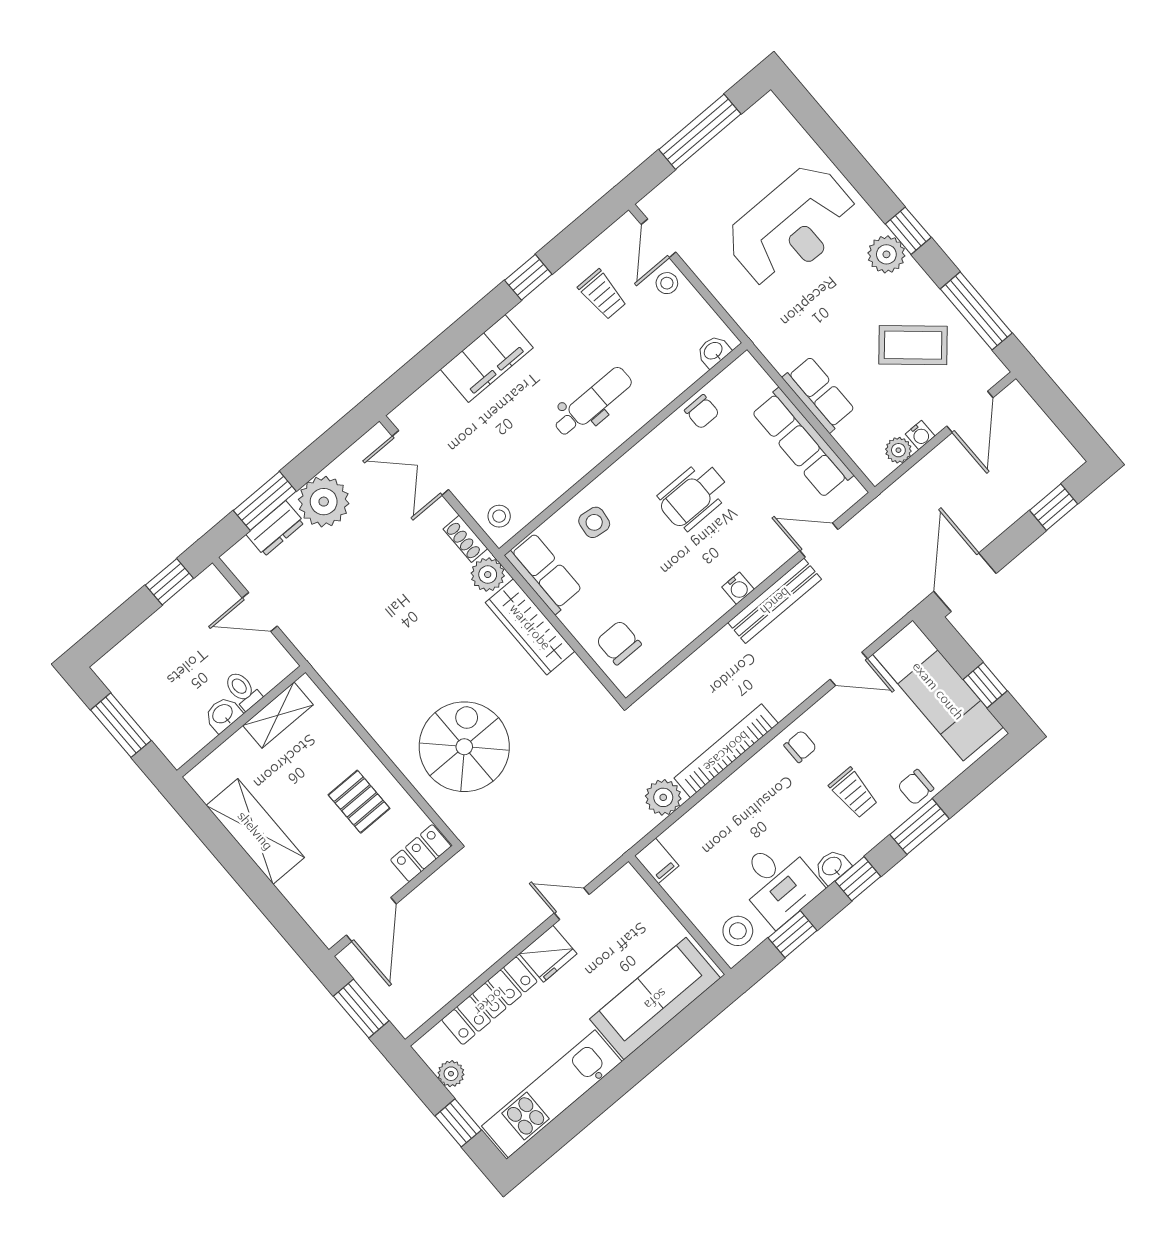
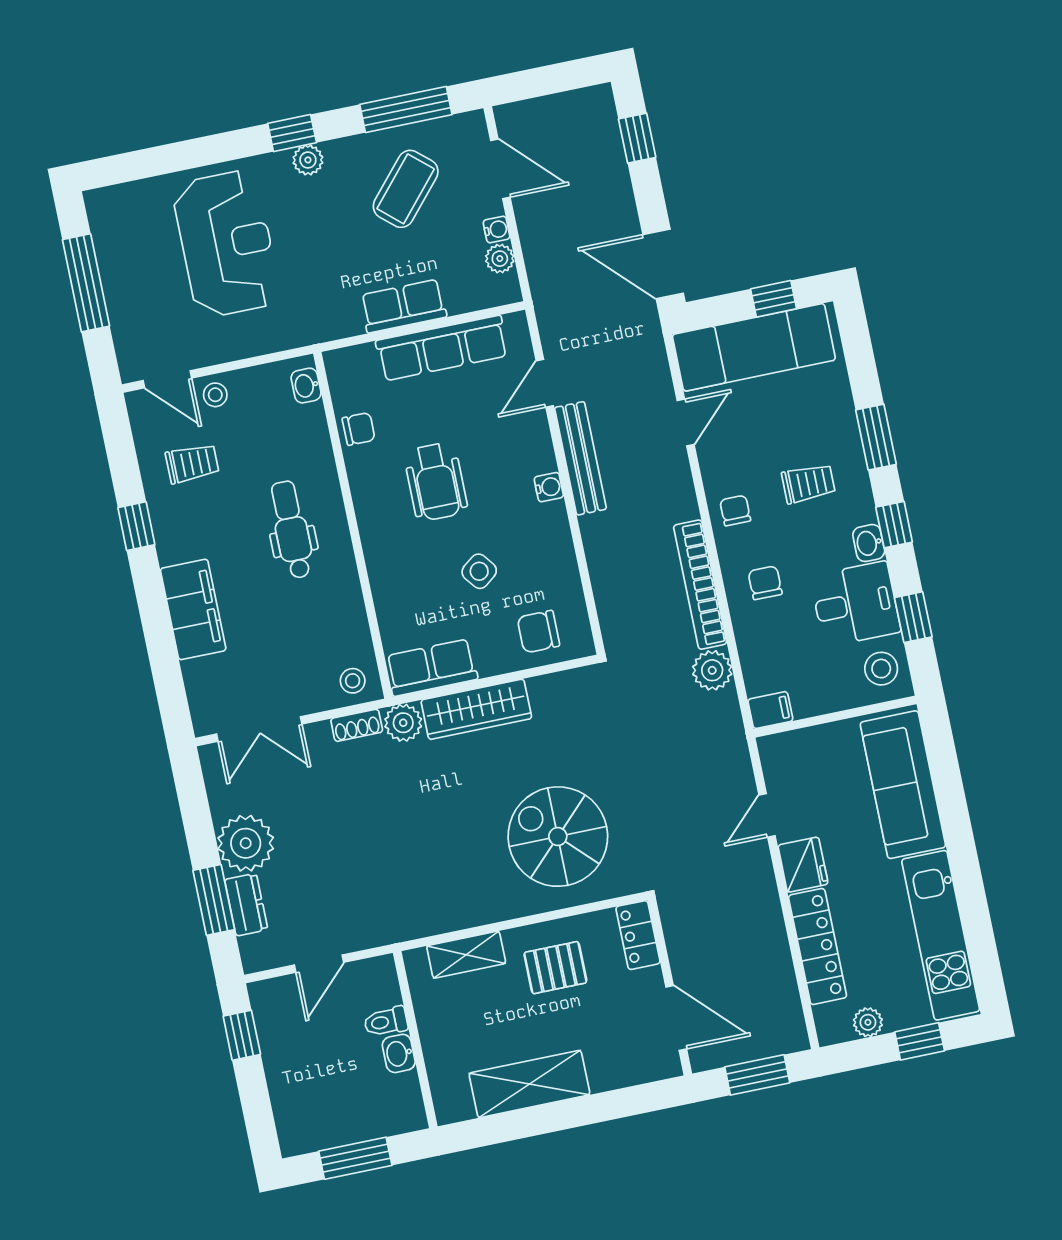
plant: (886, 254) -> (308, 160), width x0.73, depth x0.73
side table: (594, 522) -> (479, 571), moved, turned 45
shelving: (278, 715) -> (466, 955), moved, turned 90
chair: (916, 787) -> (765, 583), moved, turned 180

